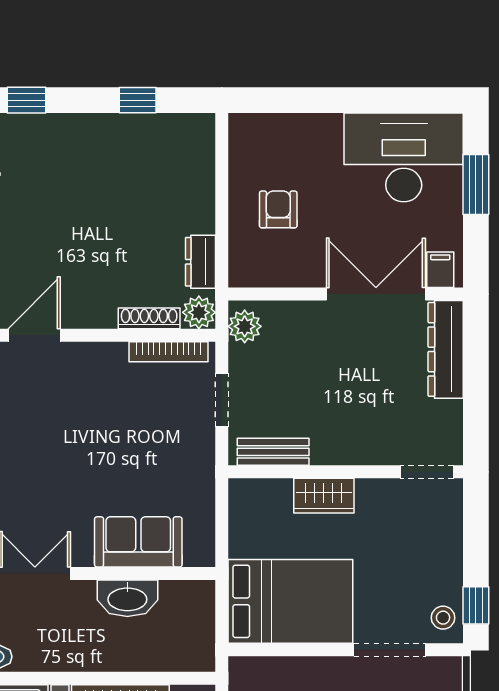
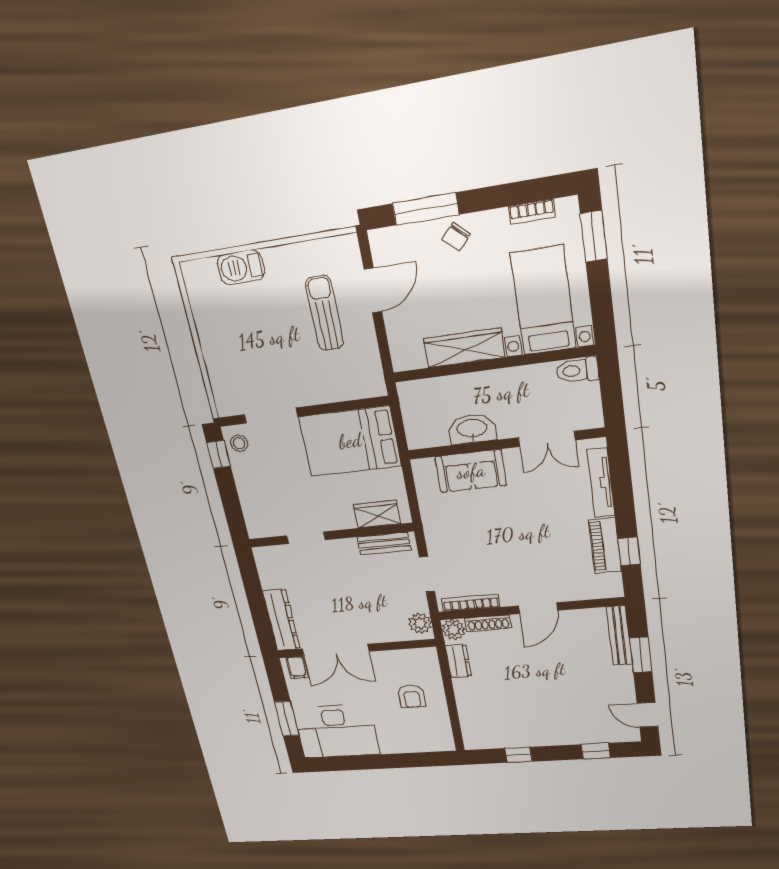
door: (34, 335) -> (538, 608), moved
doorway: (427, 472) -> (306, 538), moved
wardrobe: (324, 496) -> (377, 514), moved

